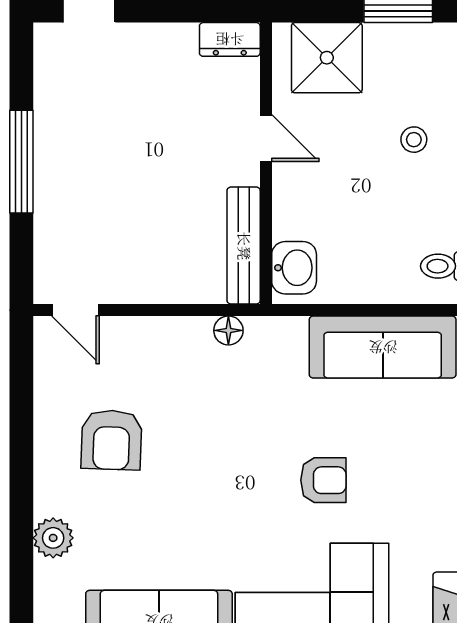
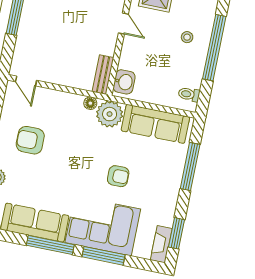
bench: (244, 246) -> (103, 75), width x0.73
plant: (276, 346) -> (110, 114), added
armchair: (111, 440) -> (30, 140), turned 88

